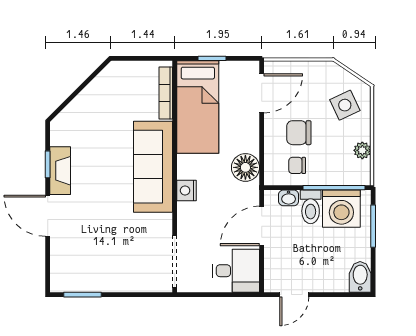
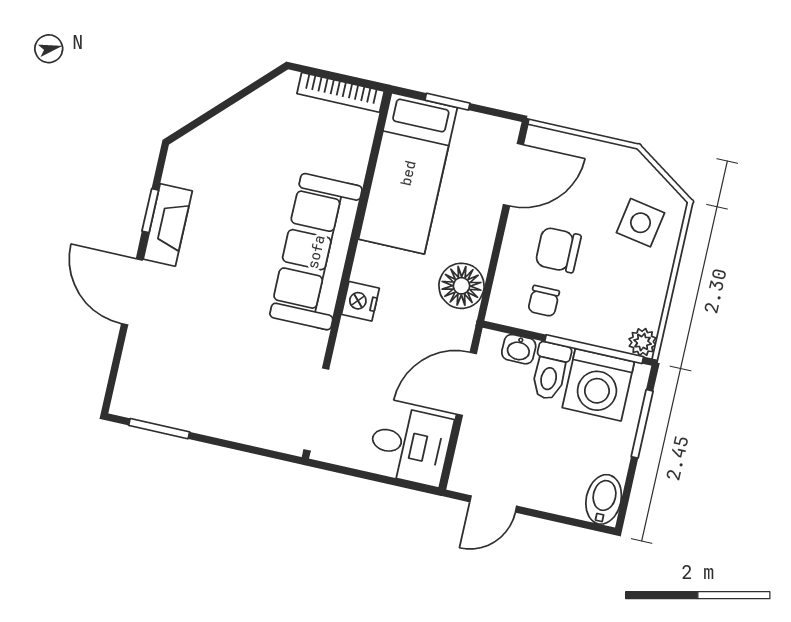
bookcase: (166, 93) -> (341, 92), moved, turned -90
side table: (345, 105) -> (641, 223), turned 35
plant: (362, 150) -> (643, 342), moved
chair: (297, 165) -> (544, 301), turned -90

